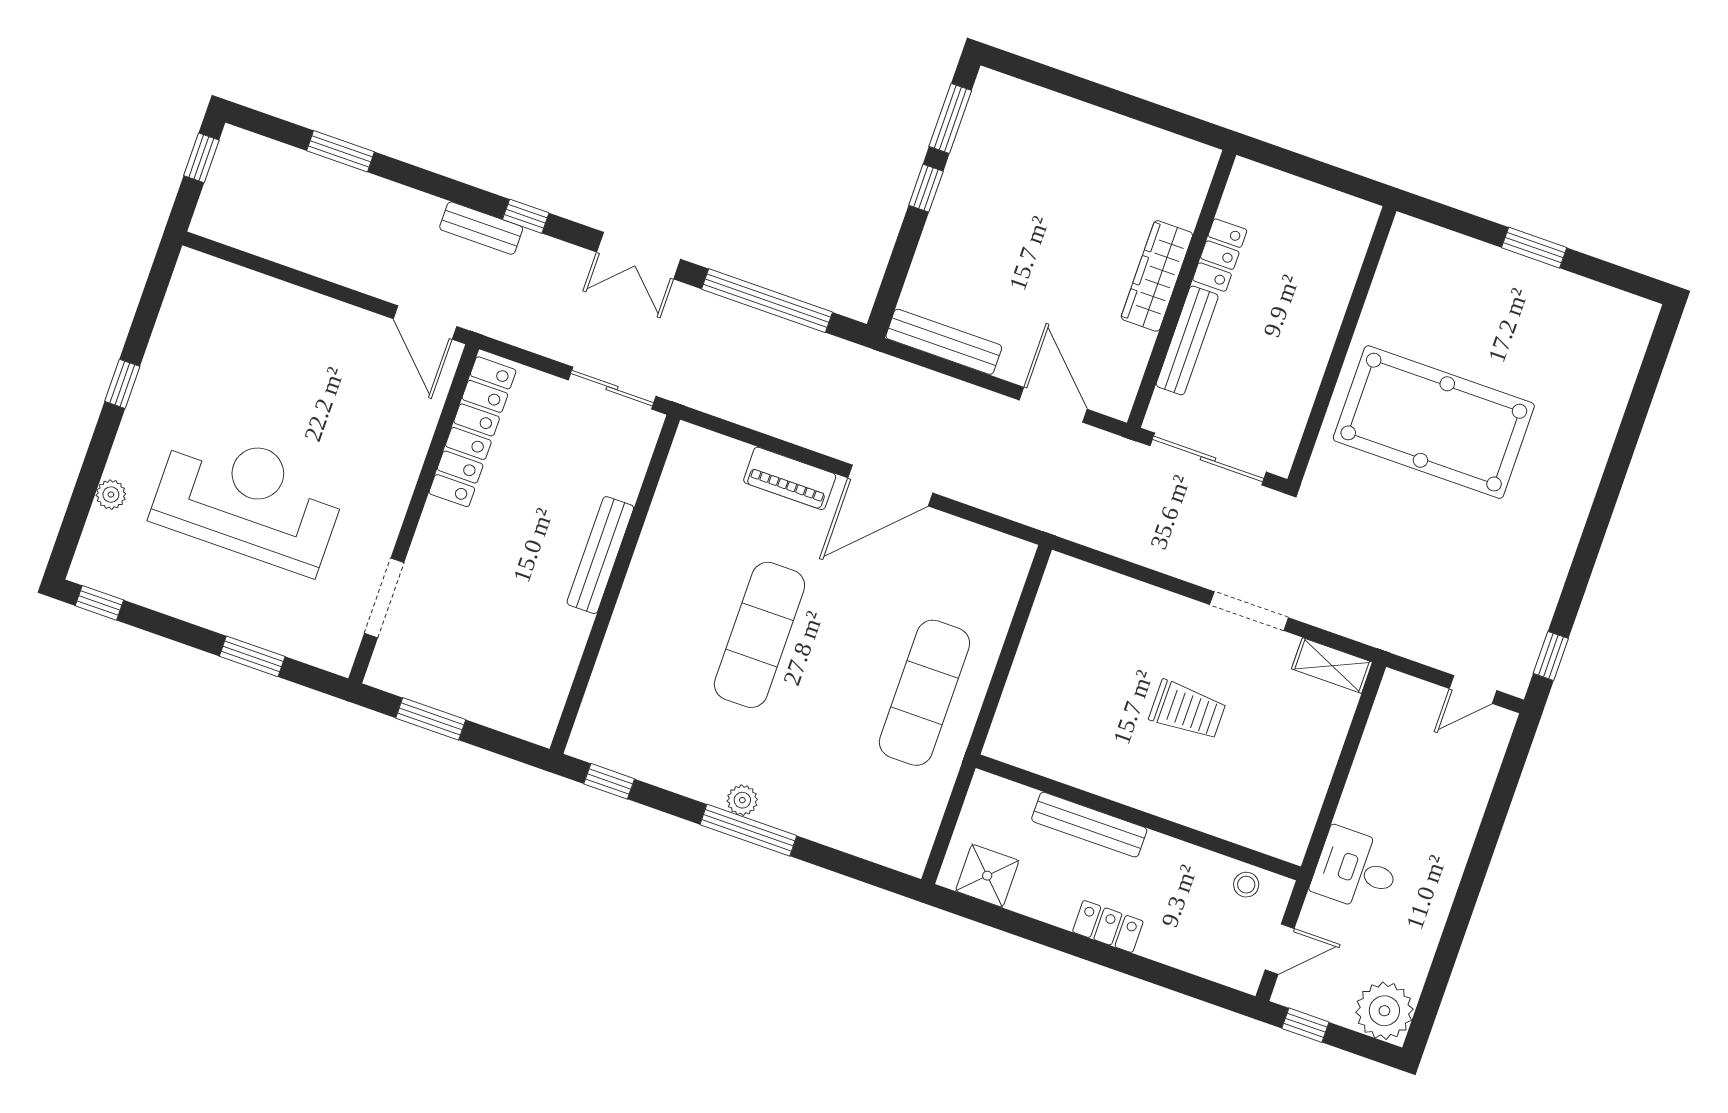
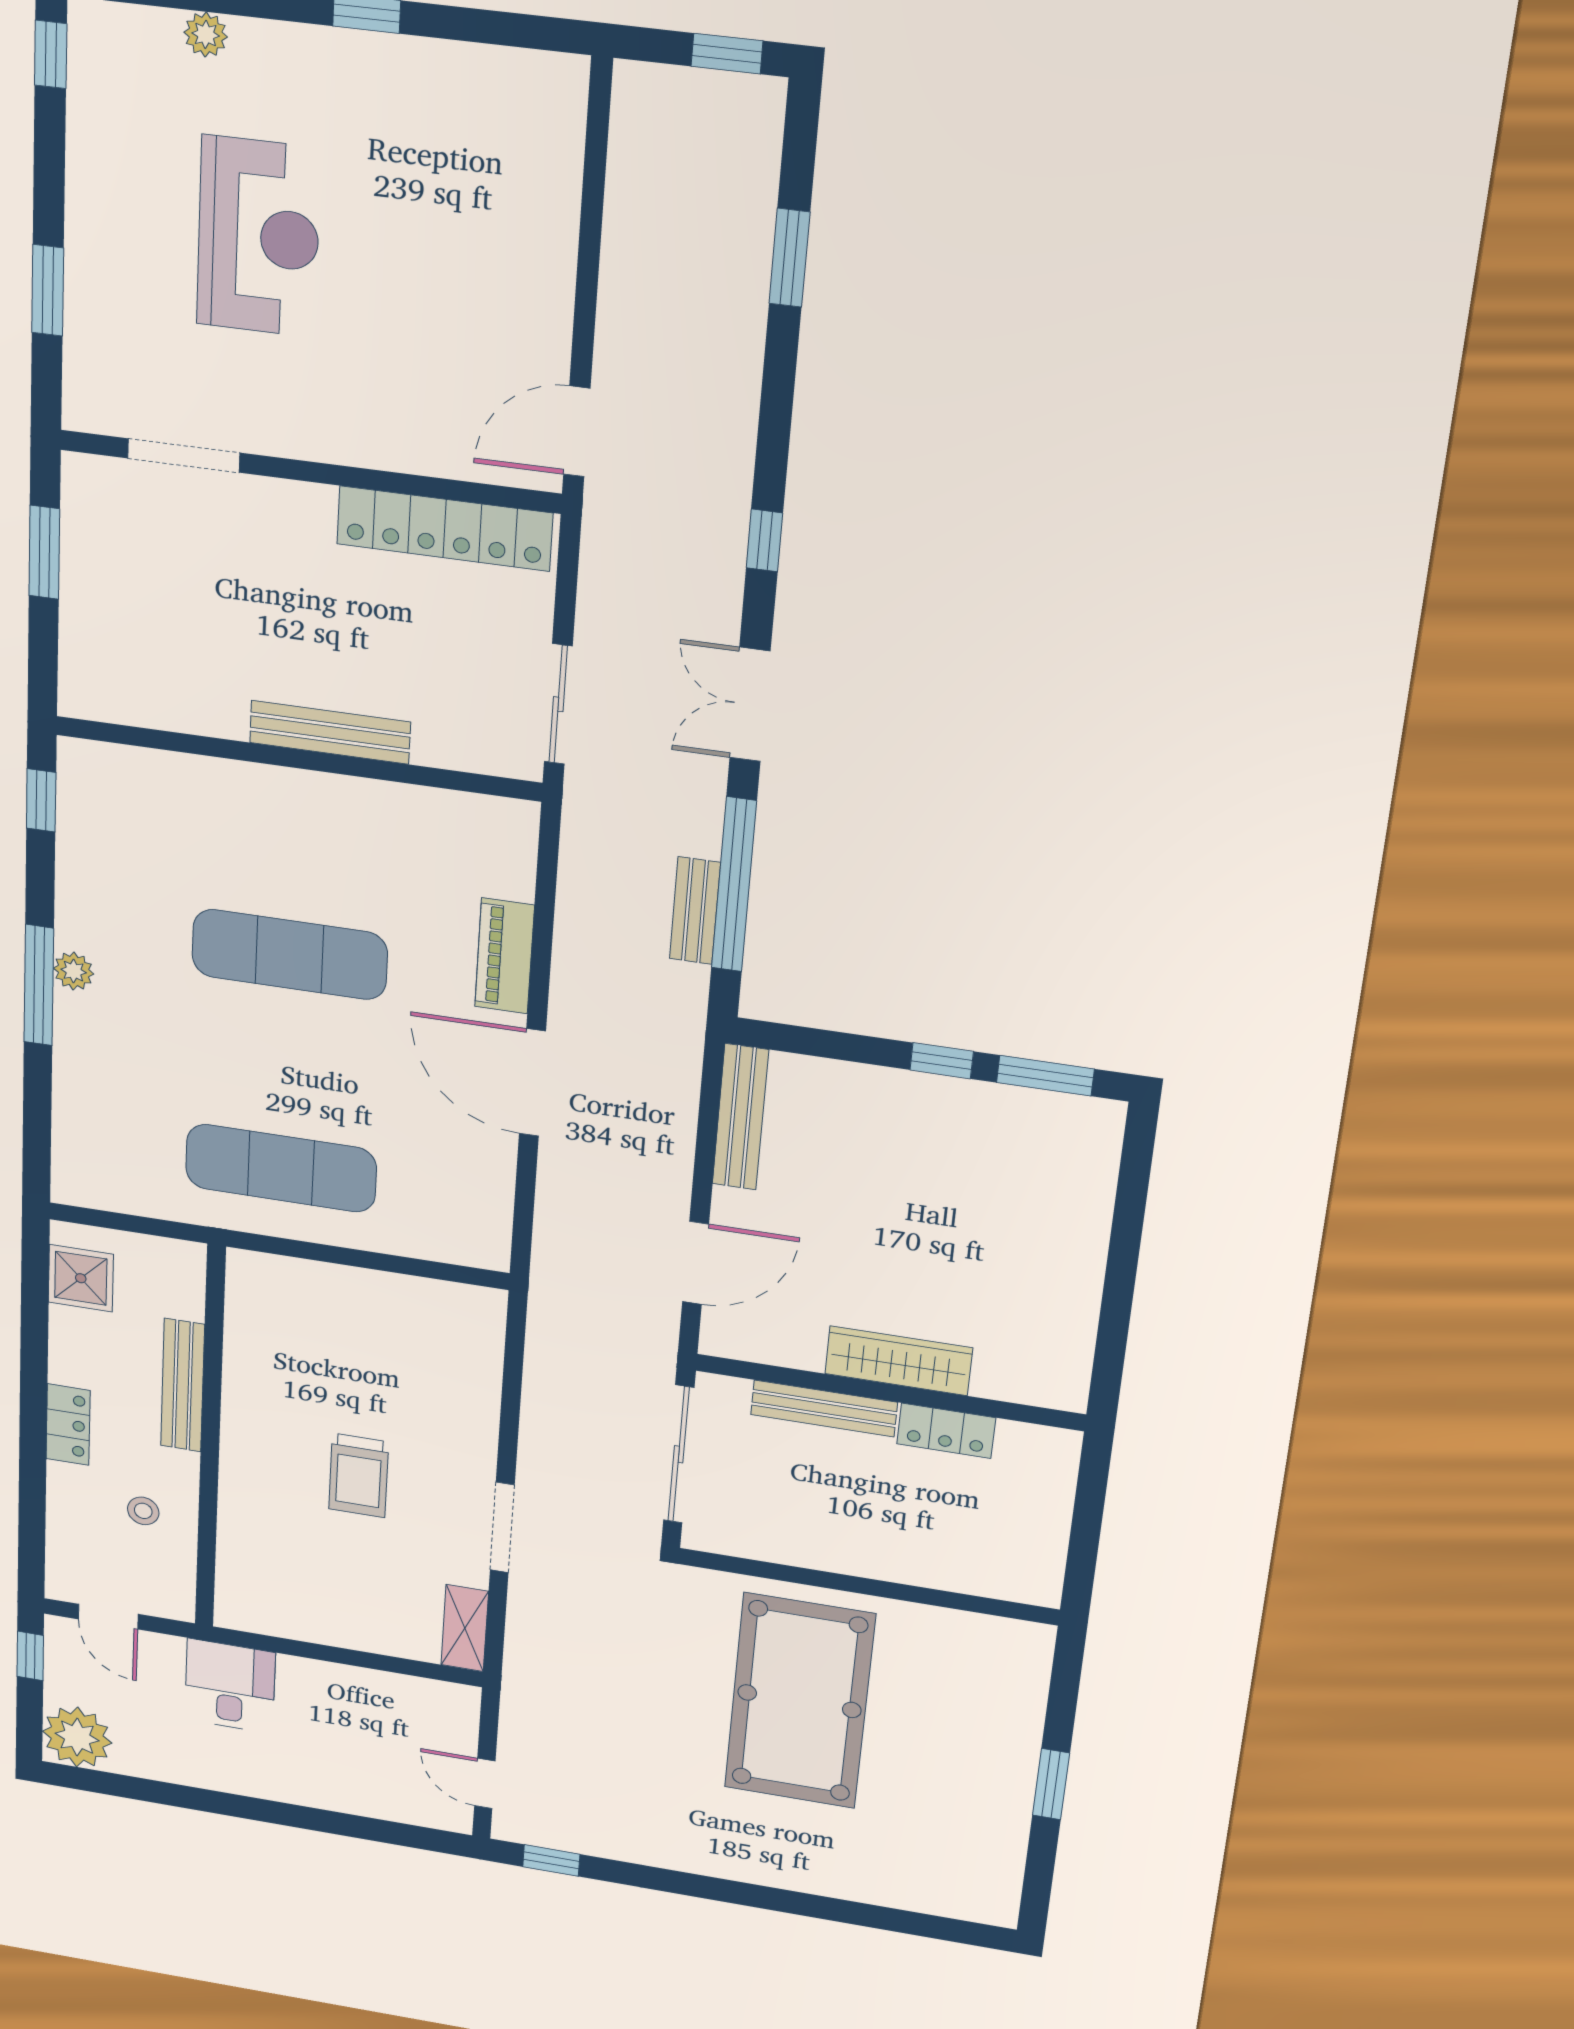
bench: (481, 228) -> (695, 911), moved
reception desk: (249, 500) -> (258, 237), width x0.74, depth x0.77
stool: (1246, 885) -> (143, 1511), moved

